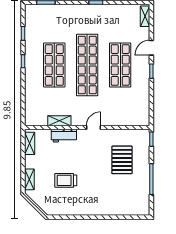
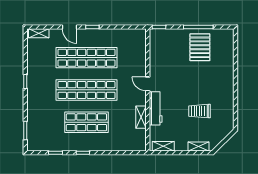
shop shelf: (120, 65) -> (86, 58), width x1.40
workbench: (64, 136) -> (156, 108), width x1.38
pallet: (122, 160) -> (200, 47), moved, turned 90
trolley: (66, 180) -> (200, 111), turned 90

